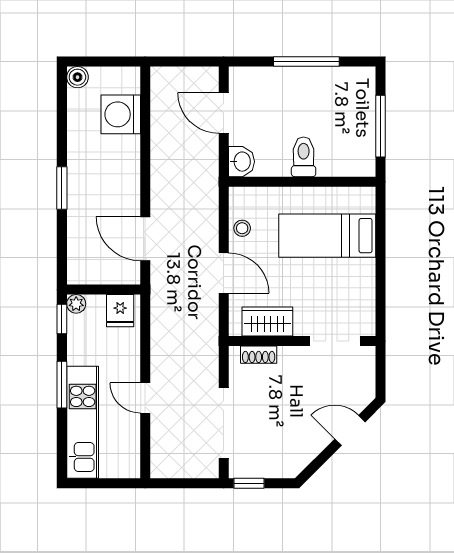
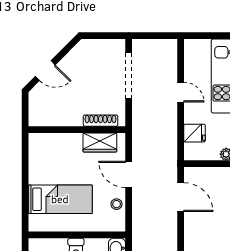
fridge: (120, 311) -> (194, 133), moved, turned 90
doorway: (335, 341) -> (55, 130), removed
shoe rack: (259, 355) -> (101, 121), width x1.43
window: (249, 483) -> (112, 36), removed

